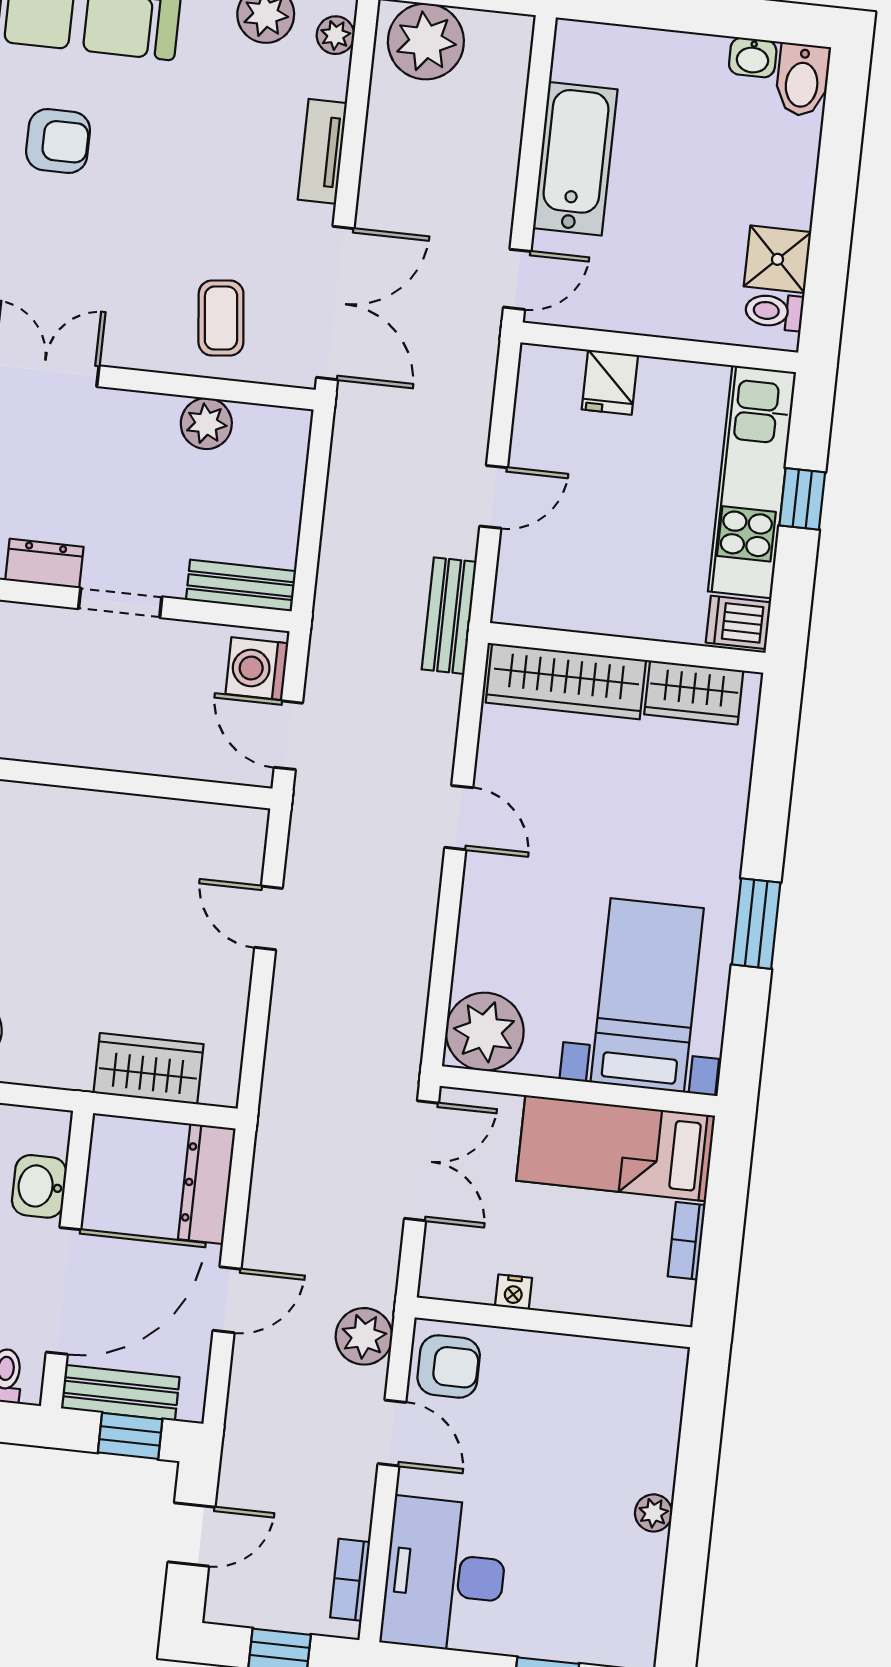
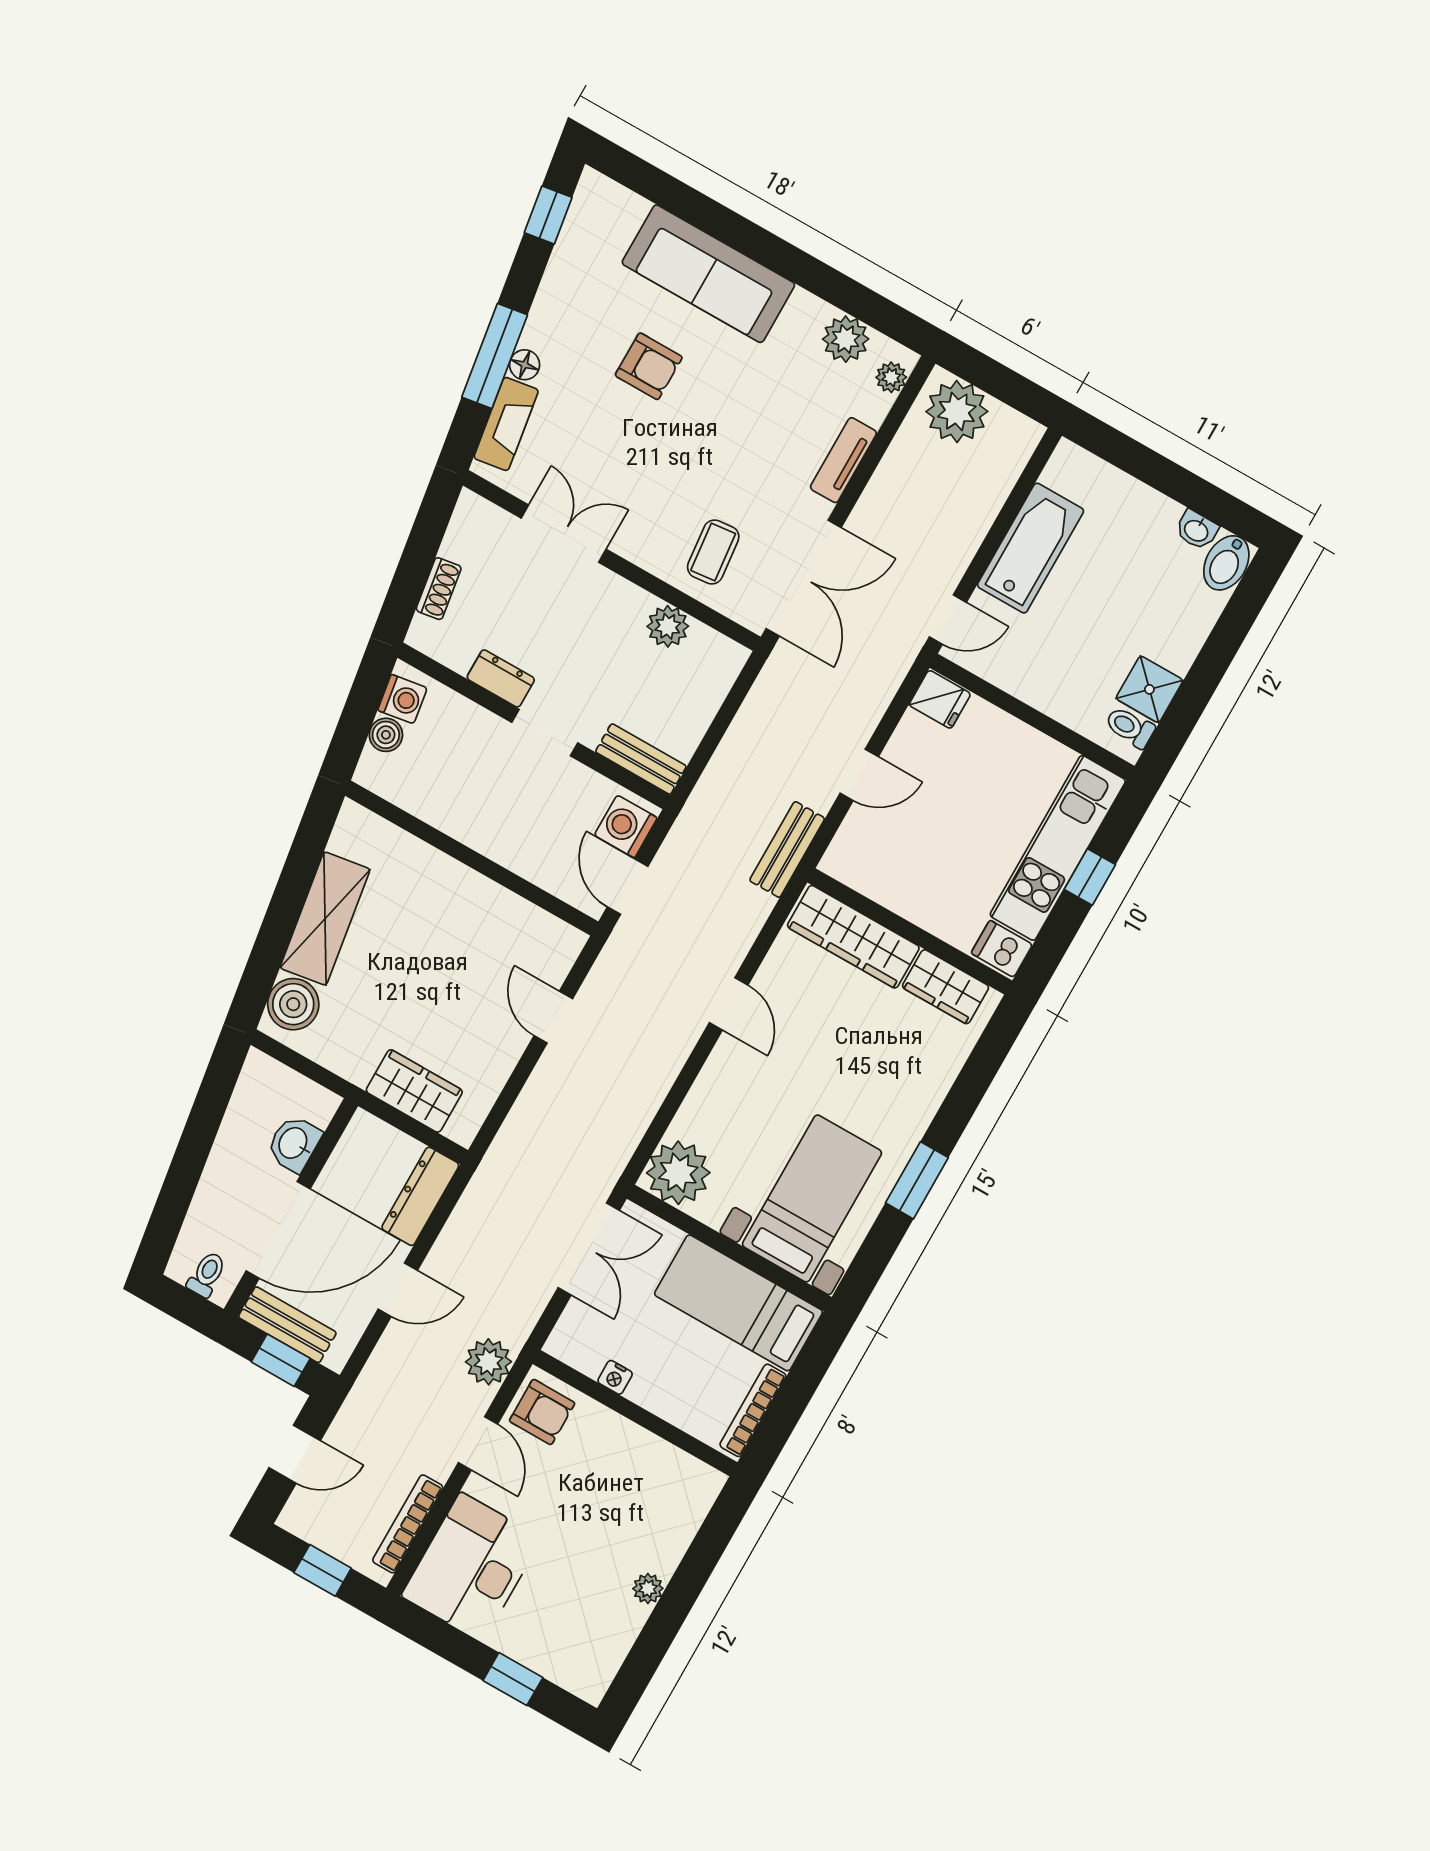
fridge: (610, 382) -> (940, 699), moved, turned -90
bookcase: (687, 1241) -> (753, 1410), width x1.56
bookcase: (350, 1580) -> (408, 1524), width x1.56

